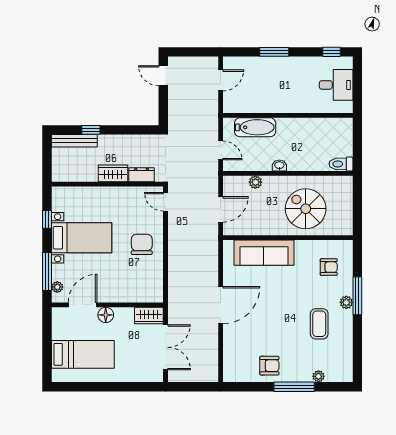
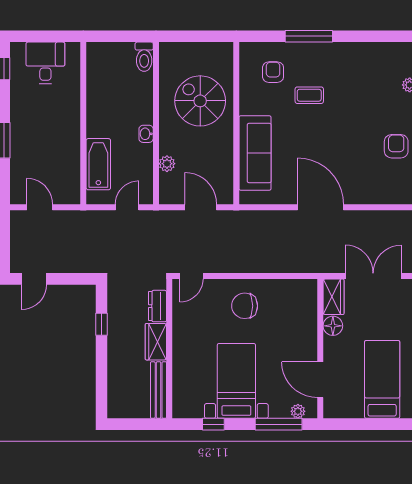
window: (91, 130) -> (102, 324), moved
bench: (74, 141) -> (159, 390), moved
spiral stairs: (306, 209) -> (200, 101), turned 90
plant: (346, 302) -> (317, 50), removed
floor lamp: (106, 315) -> (333, 326), moved
coffee table: (319, 324) -> (309, 95), moved, width x0.73, depth x0.77

